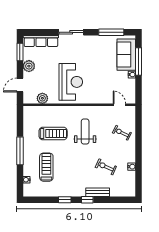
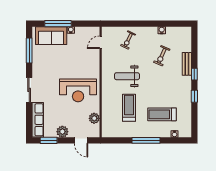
reception desk: (71, 82) -> (78, 90), turned 180

